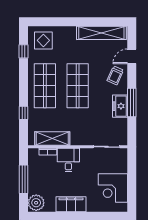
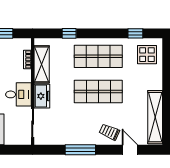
freezer: (120, 106) -> (42, 96), moved, turned 90
desk: (68, 160) -> (18, 94), moved

